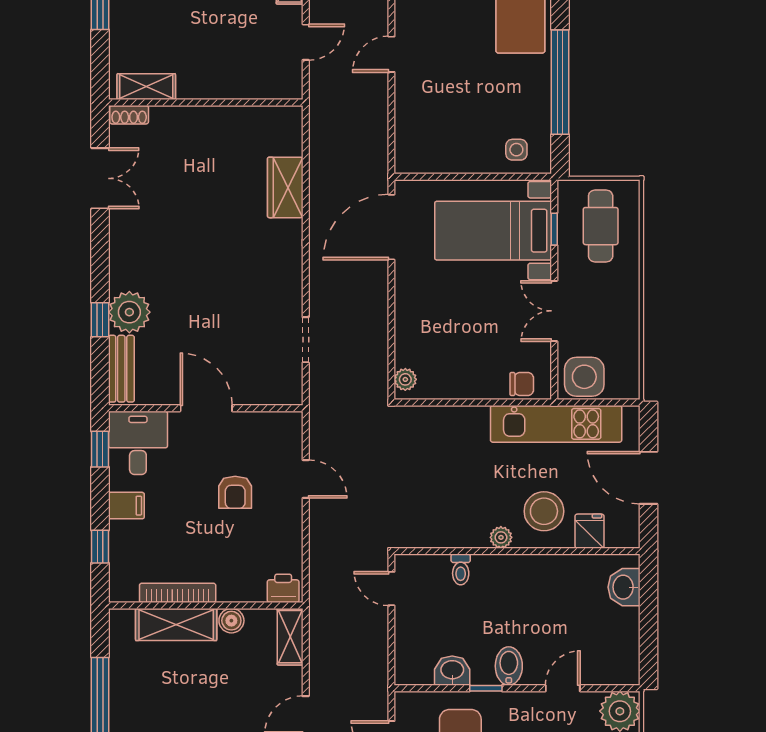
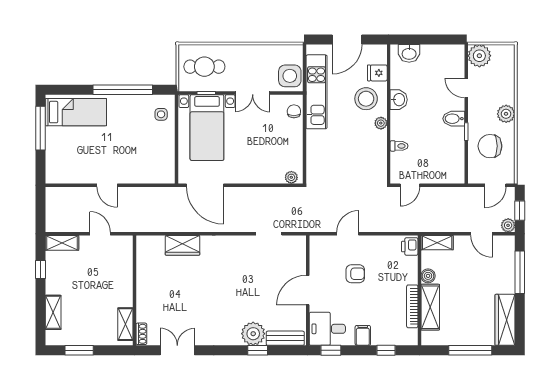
washbasin: (452, 671) -> (399, 100), moved, turned 180

